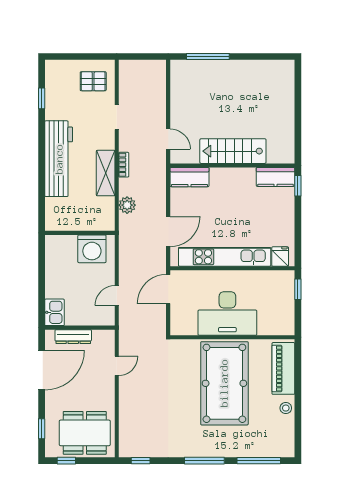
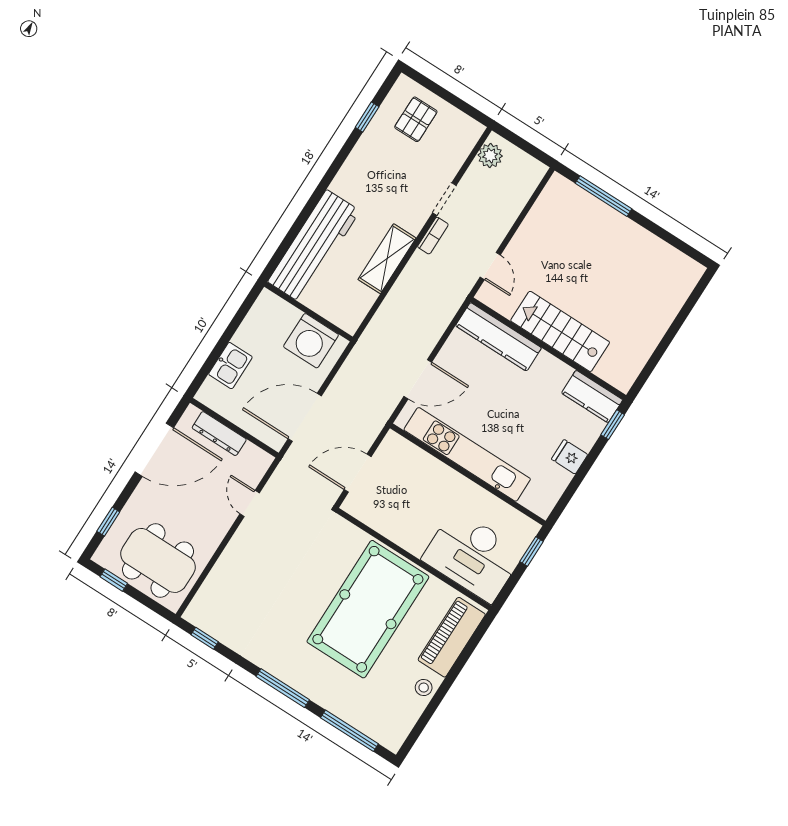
pallet: (93, 81) -> (416, 119), moved, turned 90
workbench: (59, 159) -> (314, 246), moved
bookcase: (124, 165) -> (433, 236), moved
kitchen counter: (189, 177) -> (498, 337), width x1.50
plant: (127, 205) -> (490, 156), moved
fridge: (280, 256) -> (570, 457), moved, turned -90
door: (168, 289) -> (358, 473), moved
door: (117, 296) -> (305, 417), width x1.88
kitchen sink: (54, 312) -> (230, 366), moved
desk: (227, 313) -> (473, 556), moved
door: (117, 366) -> (250, 503), swing flipped

